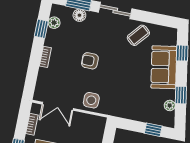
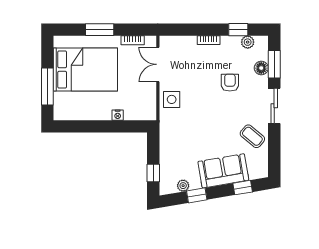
armchair: (90, 61) -> (230, 83), moved

